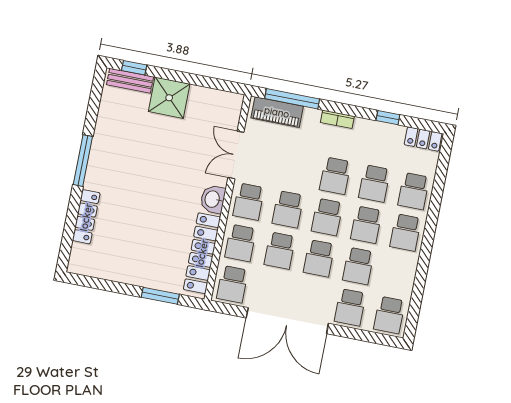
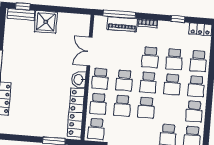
piano: (277, 112) -> (122, 24), moved
school desk: (358, 266) -> (194, 111), moved

